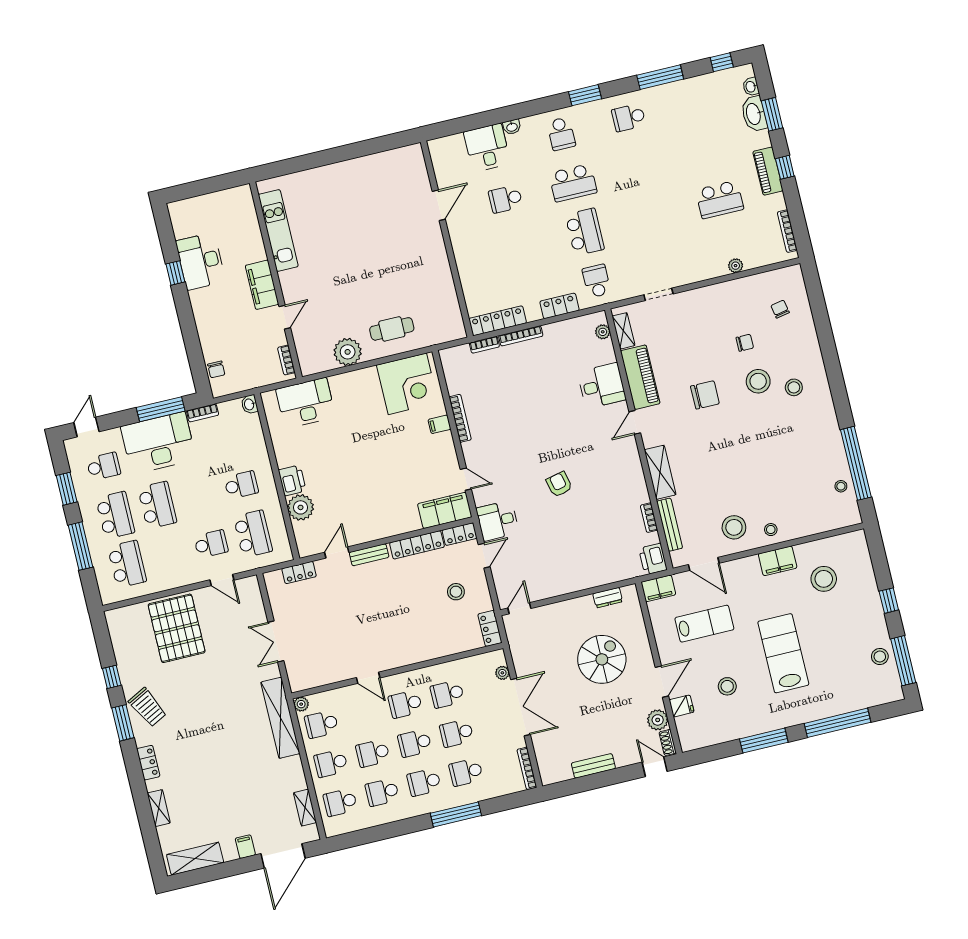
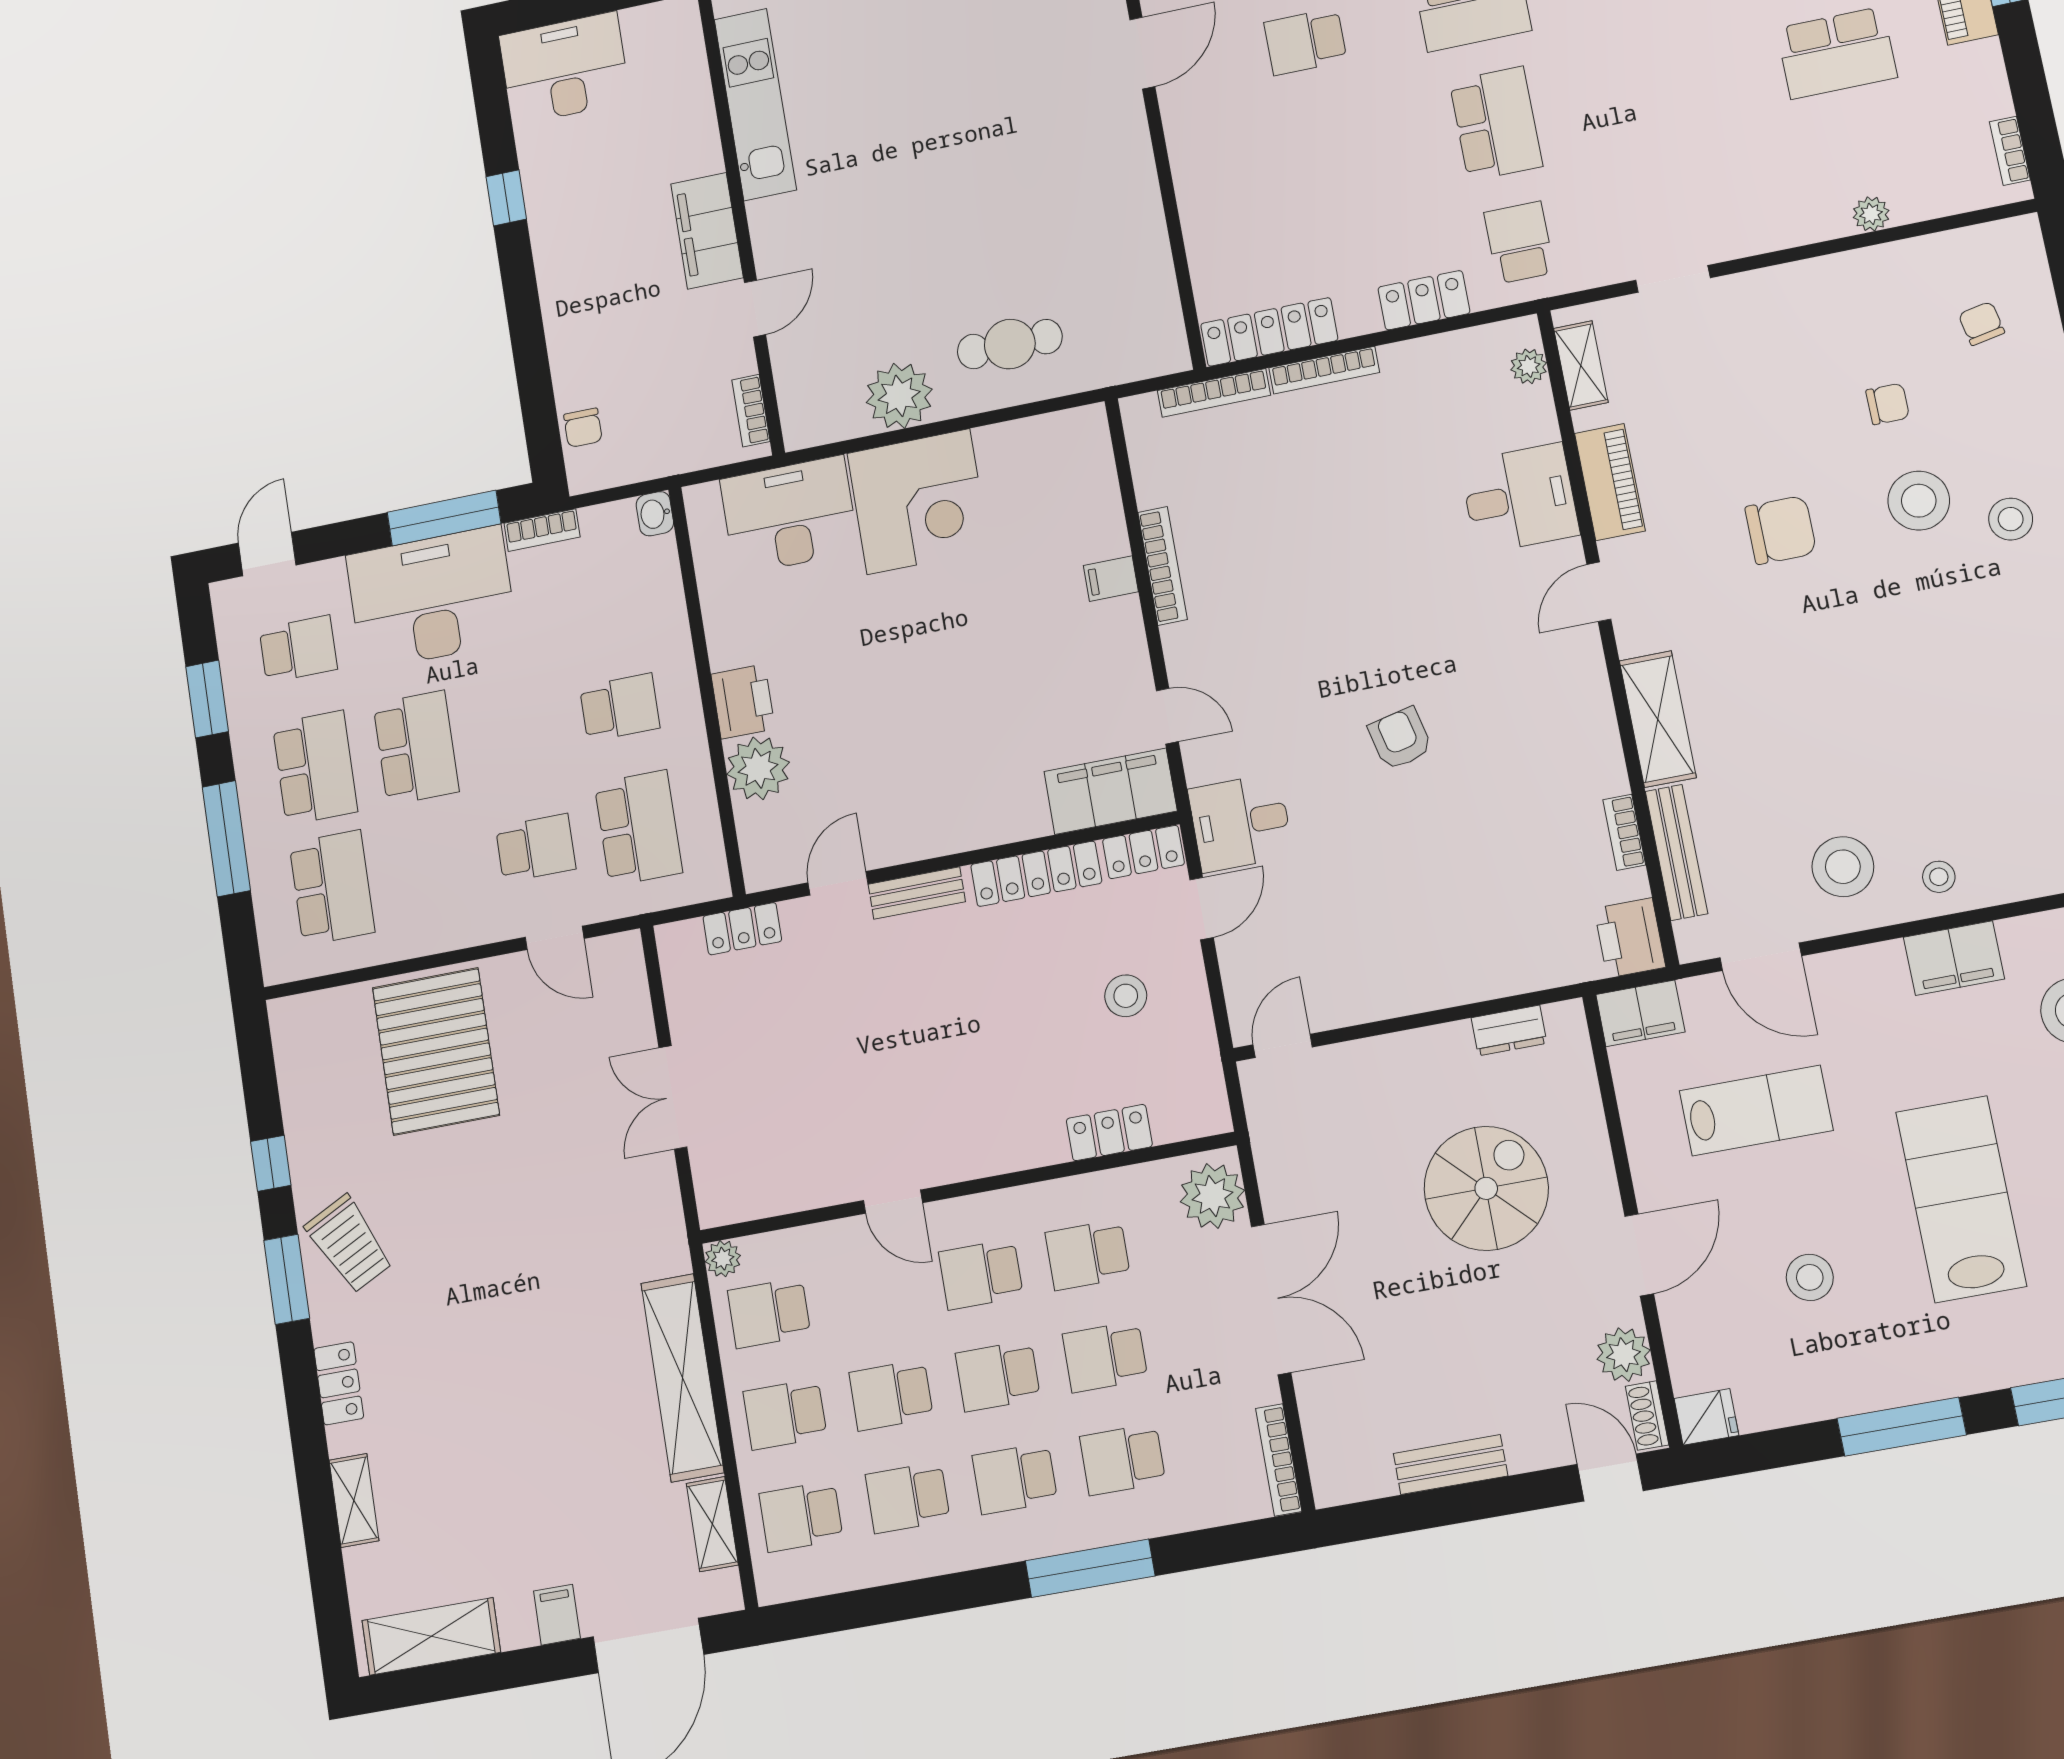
bookcase: (787, 231) -> (2010, 151), width x0.64
desk: (201, 261) -> (565, 68), moved, turned 90
bookcase: (484, 345) -> (1214, 393), width x1.56
piano: (640, 377) -> (1610, 482), width x0.73, depth x0.75
corner desk: (407, 384) -> (918, 502), moved
locker: (490, 628) -> (1109, 1133), moved, turned 90
plant: (502, 673) -> (1212, 1196), width x1.88, depth x1.88
fridge: (682, 706) -> (1706, 1417), moved
shelving: (280, 718) -> (682, 1378), moved

